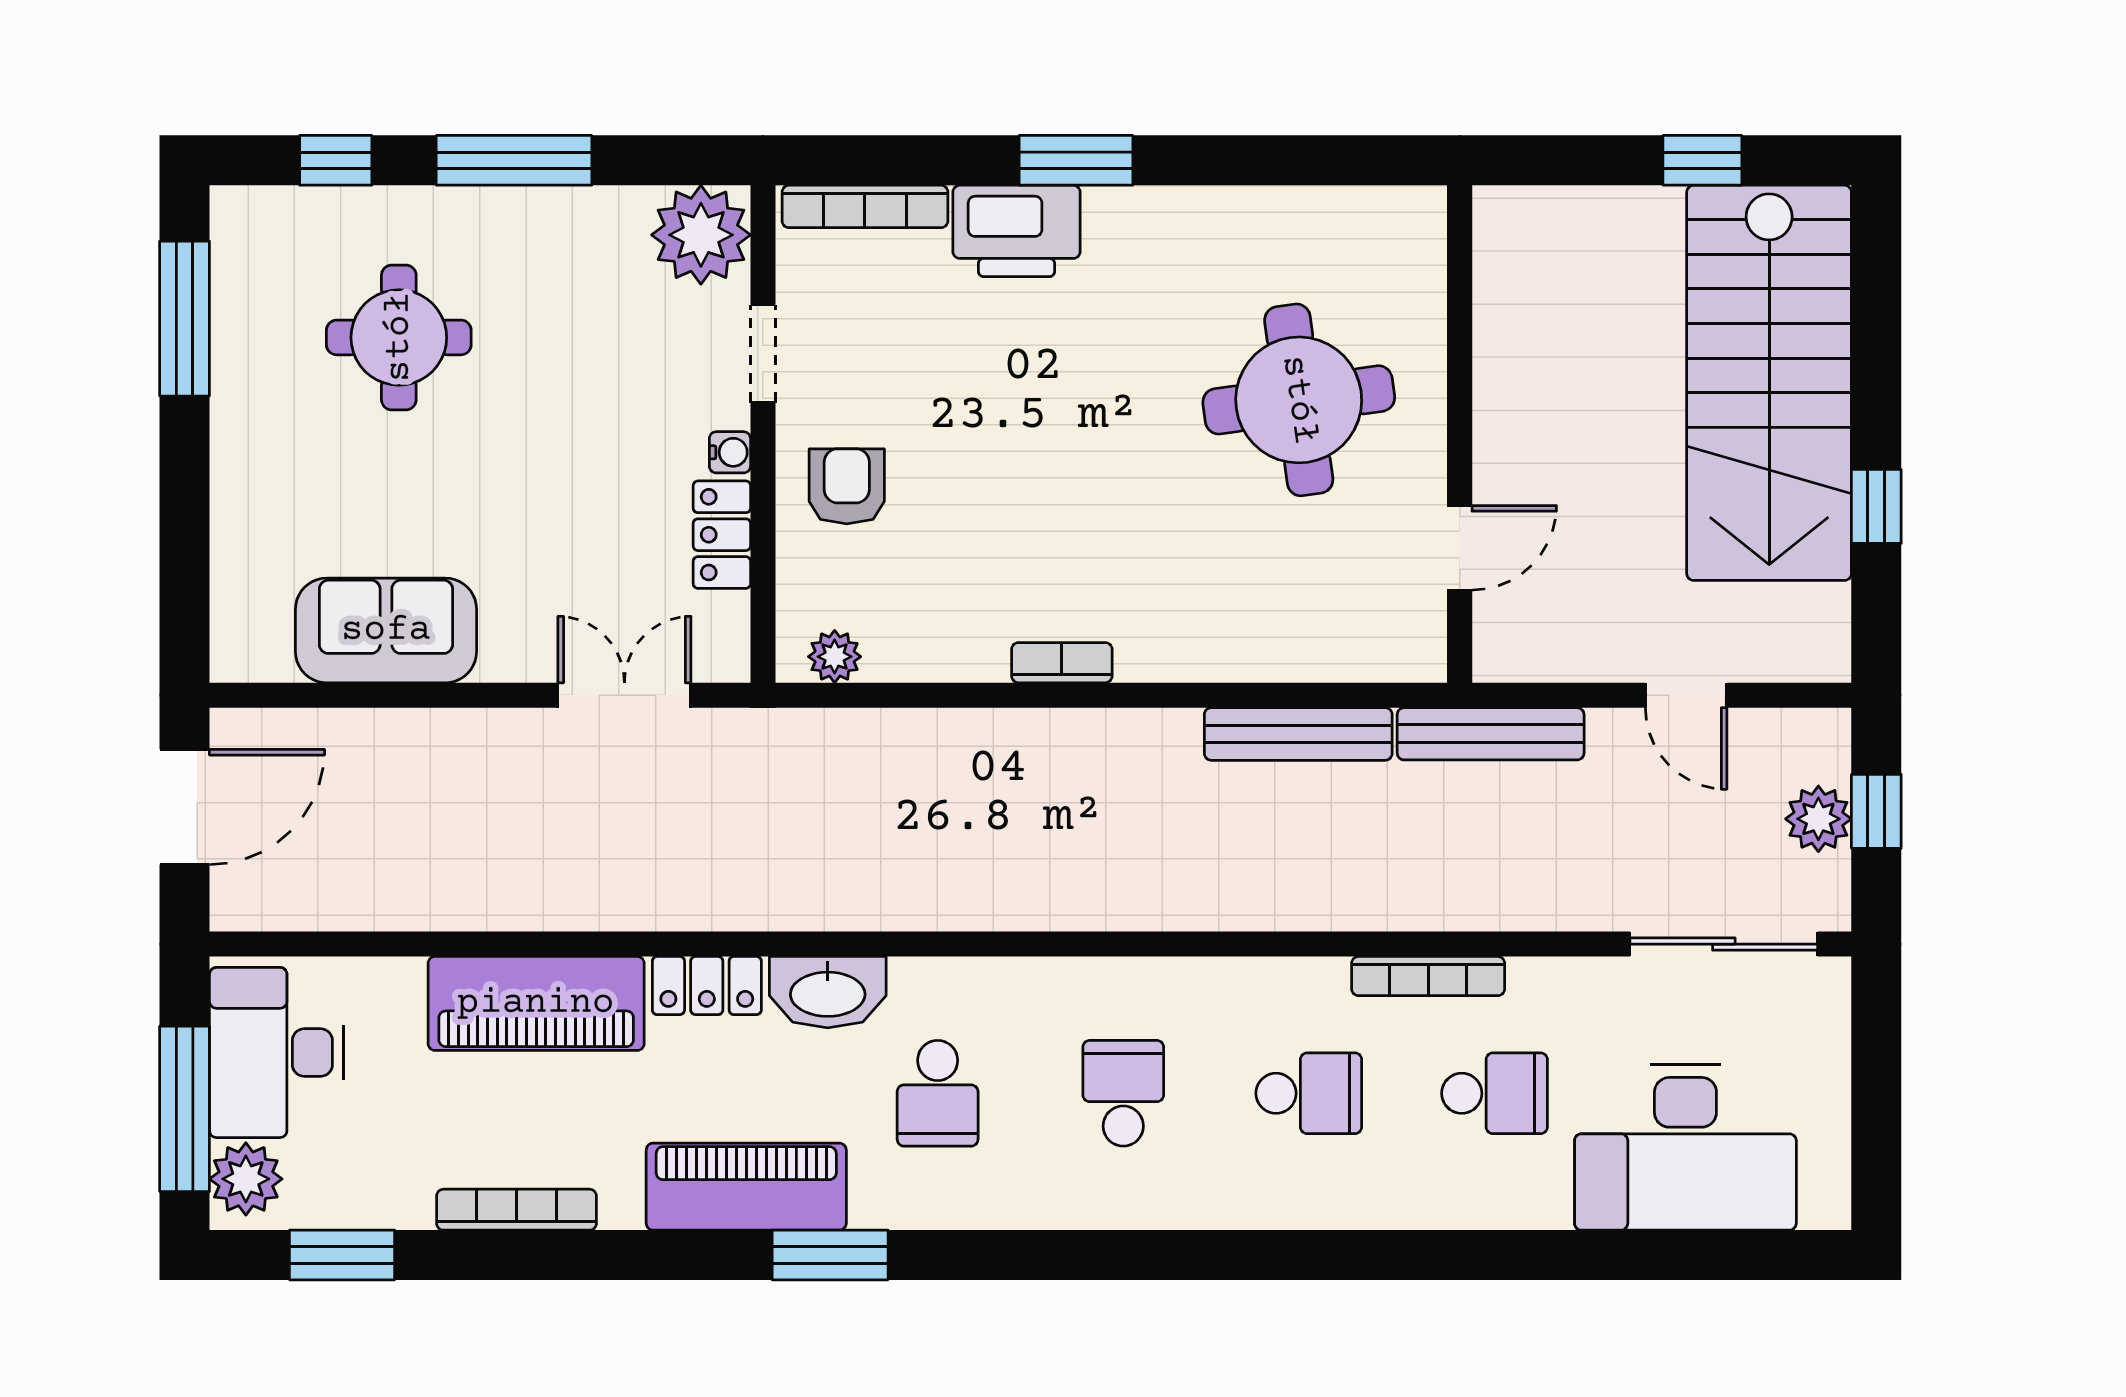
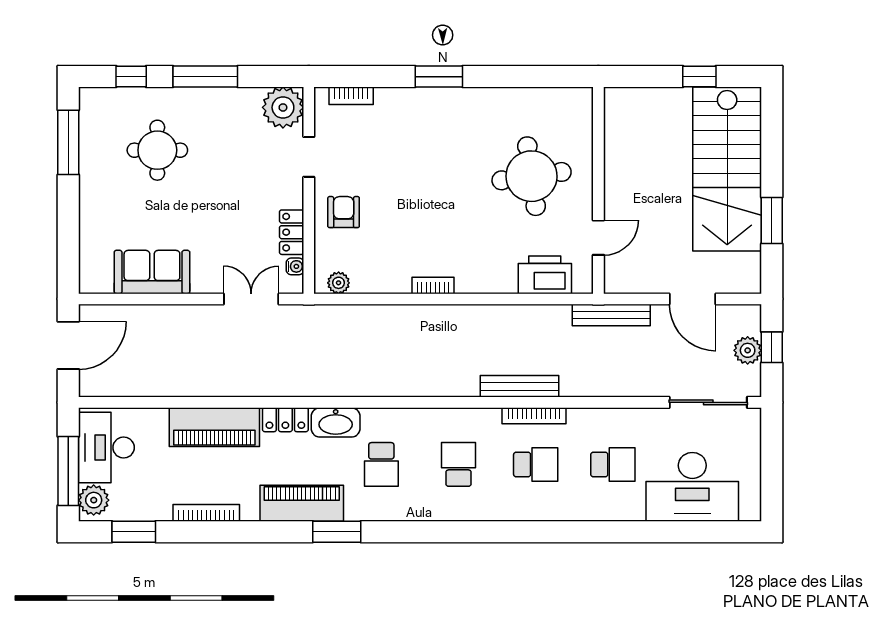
bookcase: (865, 206) -> (351, 96), width x0.64
printer: (1017, 231) -> (545, 275), moved, turned 180
water cooler: (730, 452) -> (295, 266), moved
window: (1876, 506) -> (772, 220), width x1.50
door: (1686, 695) -> (693, 299), width x1.38
bench: (1298, 734) -> (520, 386), moved
bookcase: (1428, 976) -> (534, 416), moved

